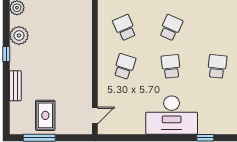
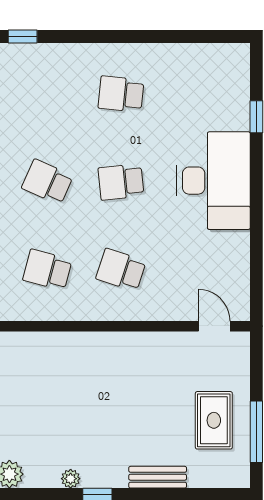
school desk: (125, 28) -> (47, 270), turned 39
plant: (19, 35) -> (71, 479), width x0.53, depth x0.53
rug: (45, 115) -> (214, 420), turned 90

